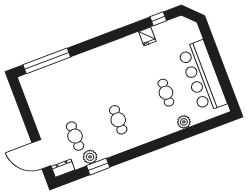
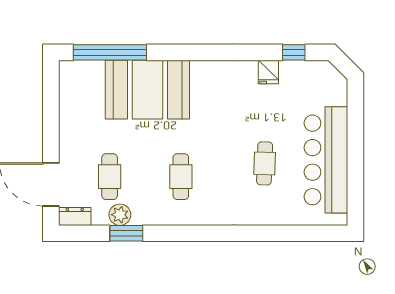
booth: (78, 75) -> (147, 90), added
plant: (184, 122) -> (275, 215), removed

